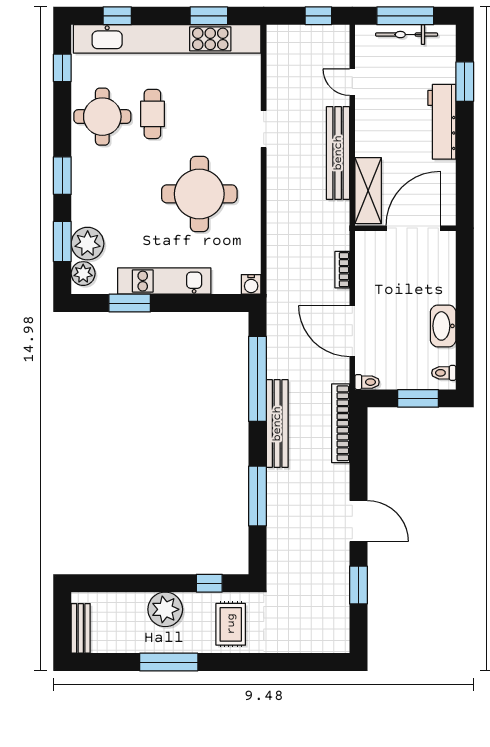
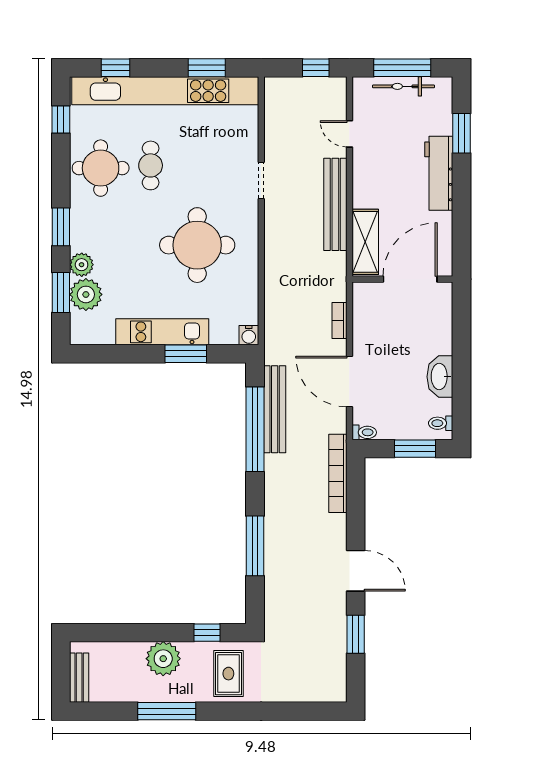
plant: (83, 274) -> (82, 265), moved
window: (130, 303) -> (186, 354), moved
bench: (277, 424) -> (275, 409), moved

